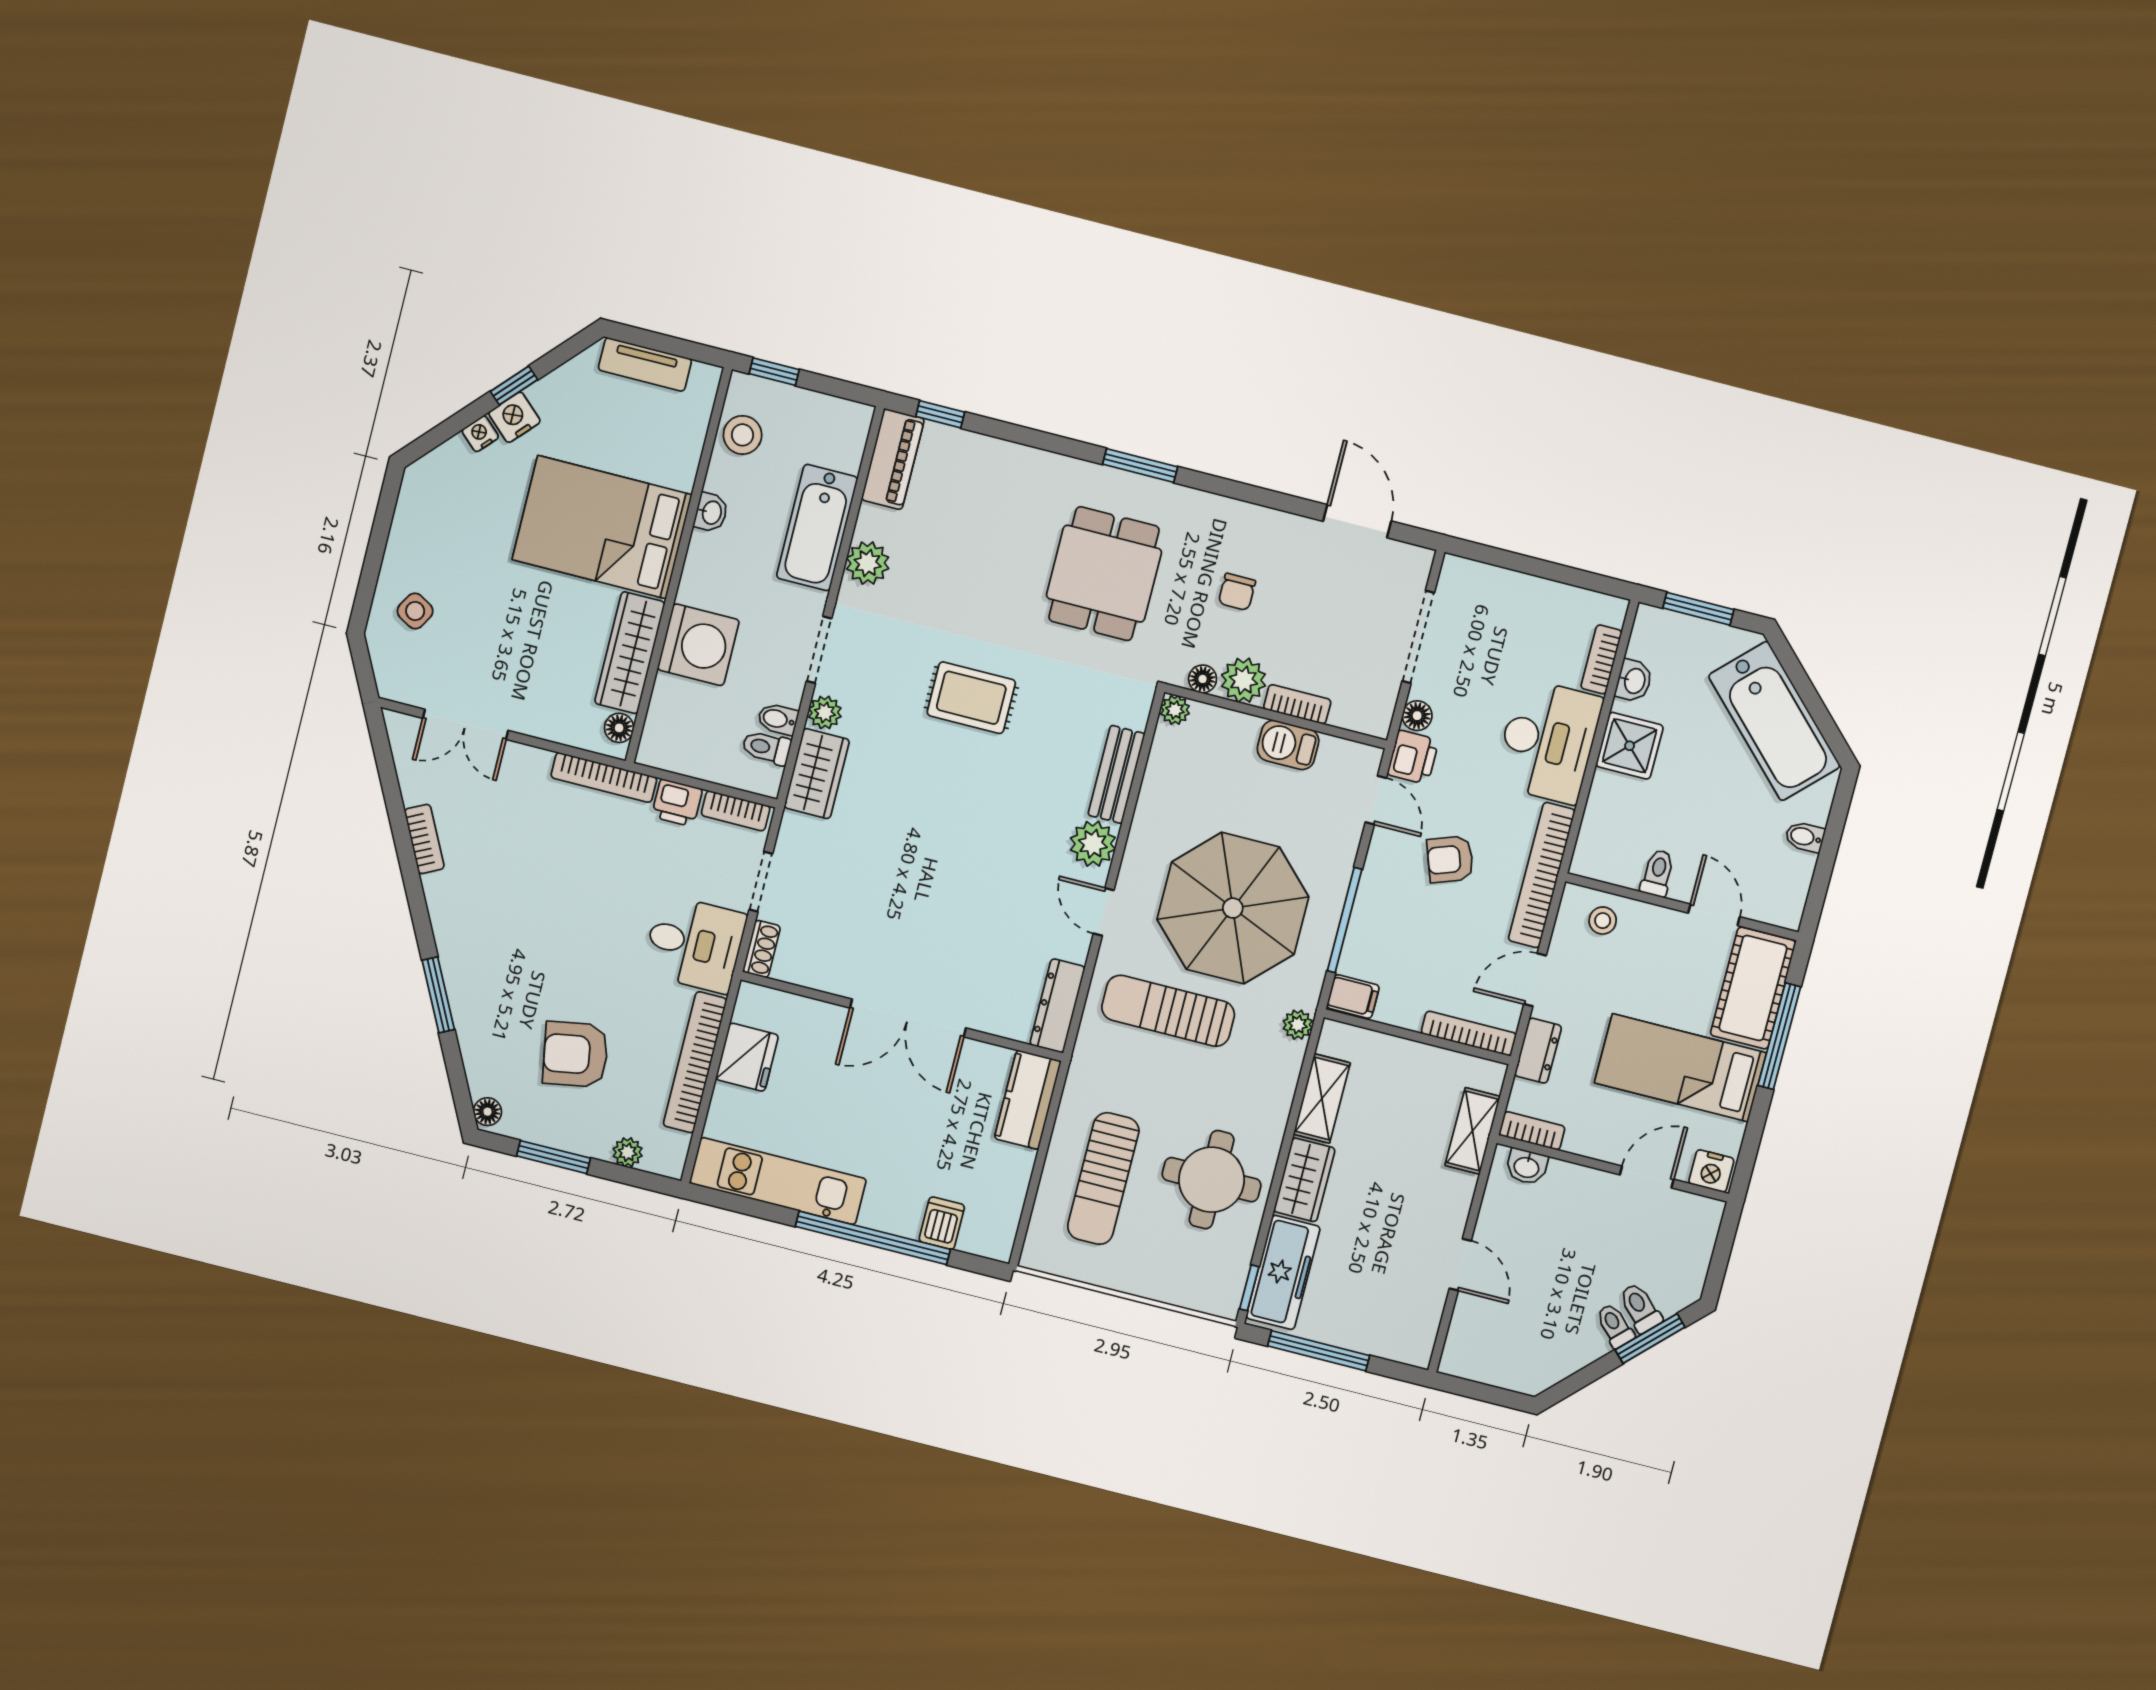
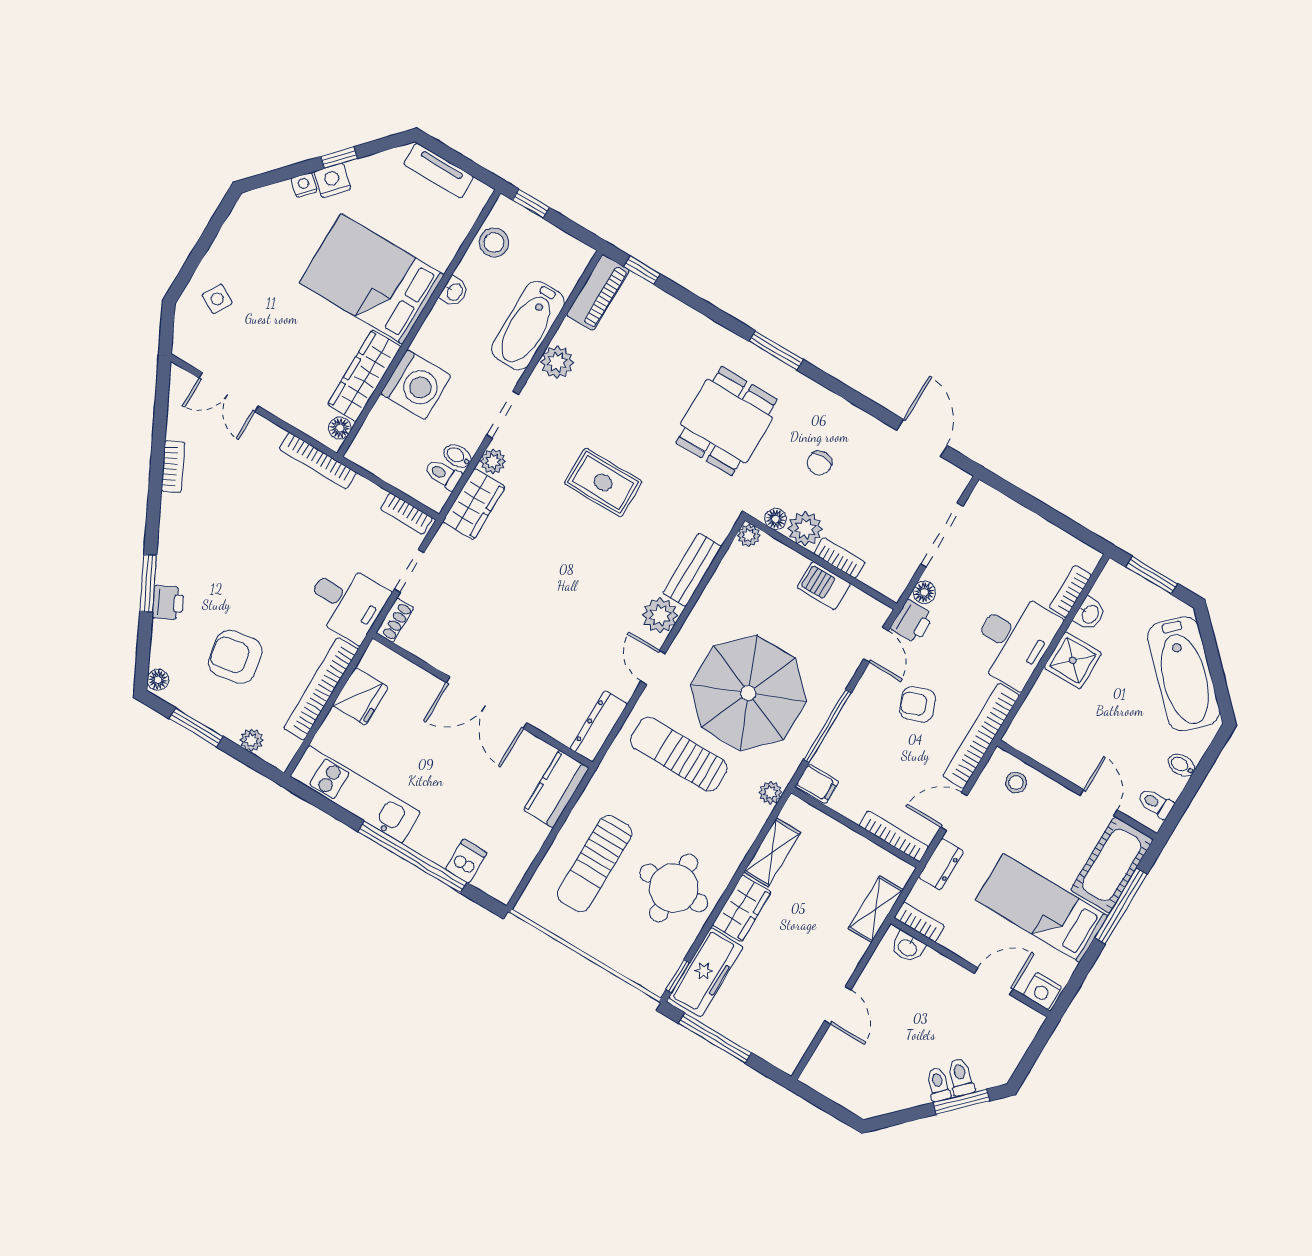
printer: (677, 803) -> (168, 603), moved, turned -117
toilet: (1658, 873) -> (1155, 803), moved, turned -90

